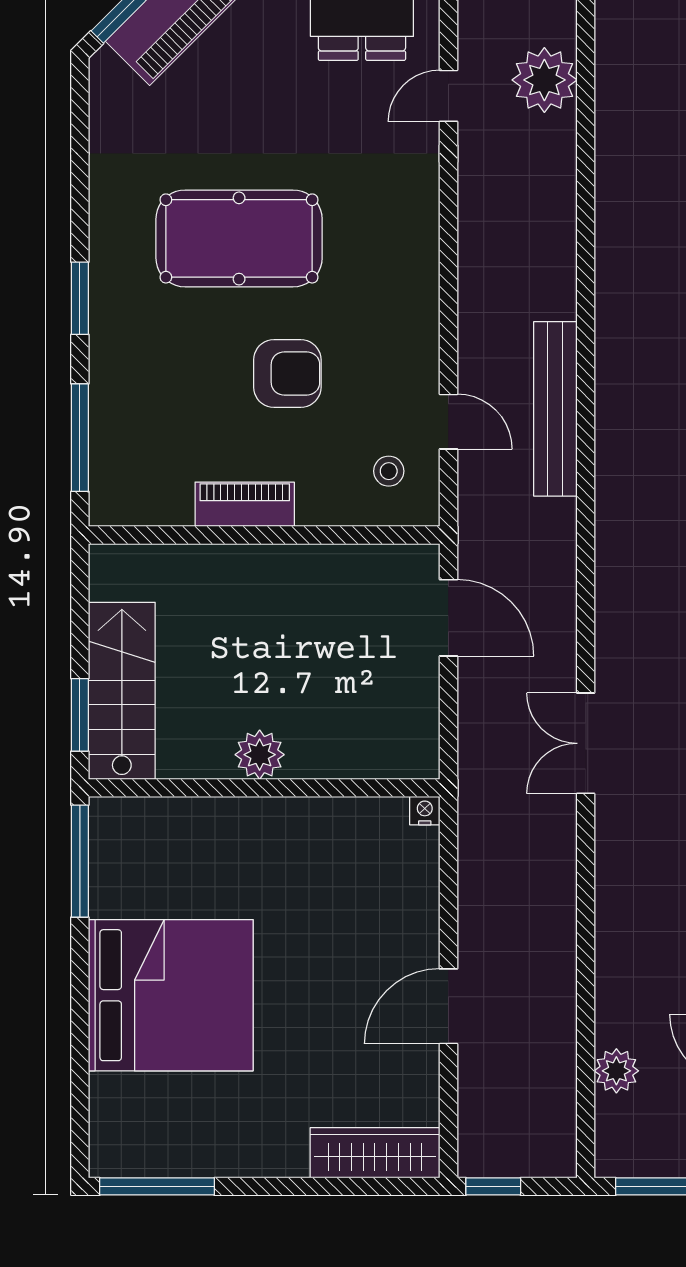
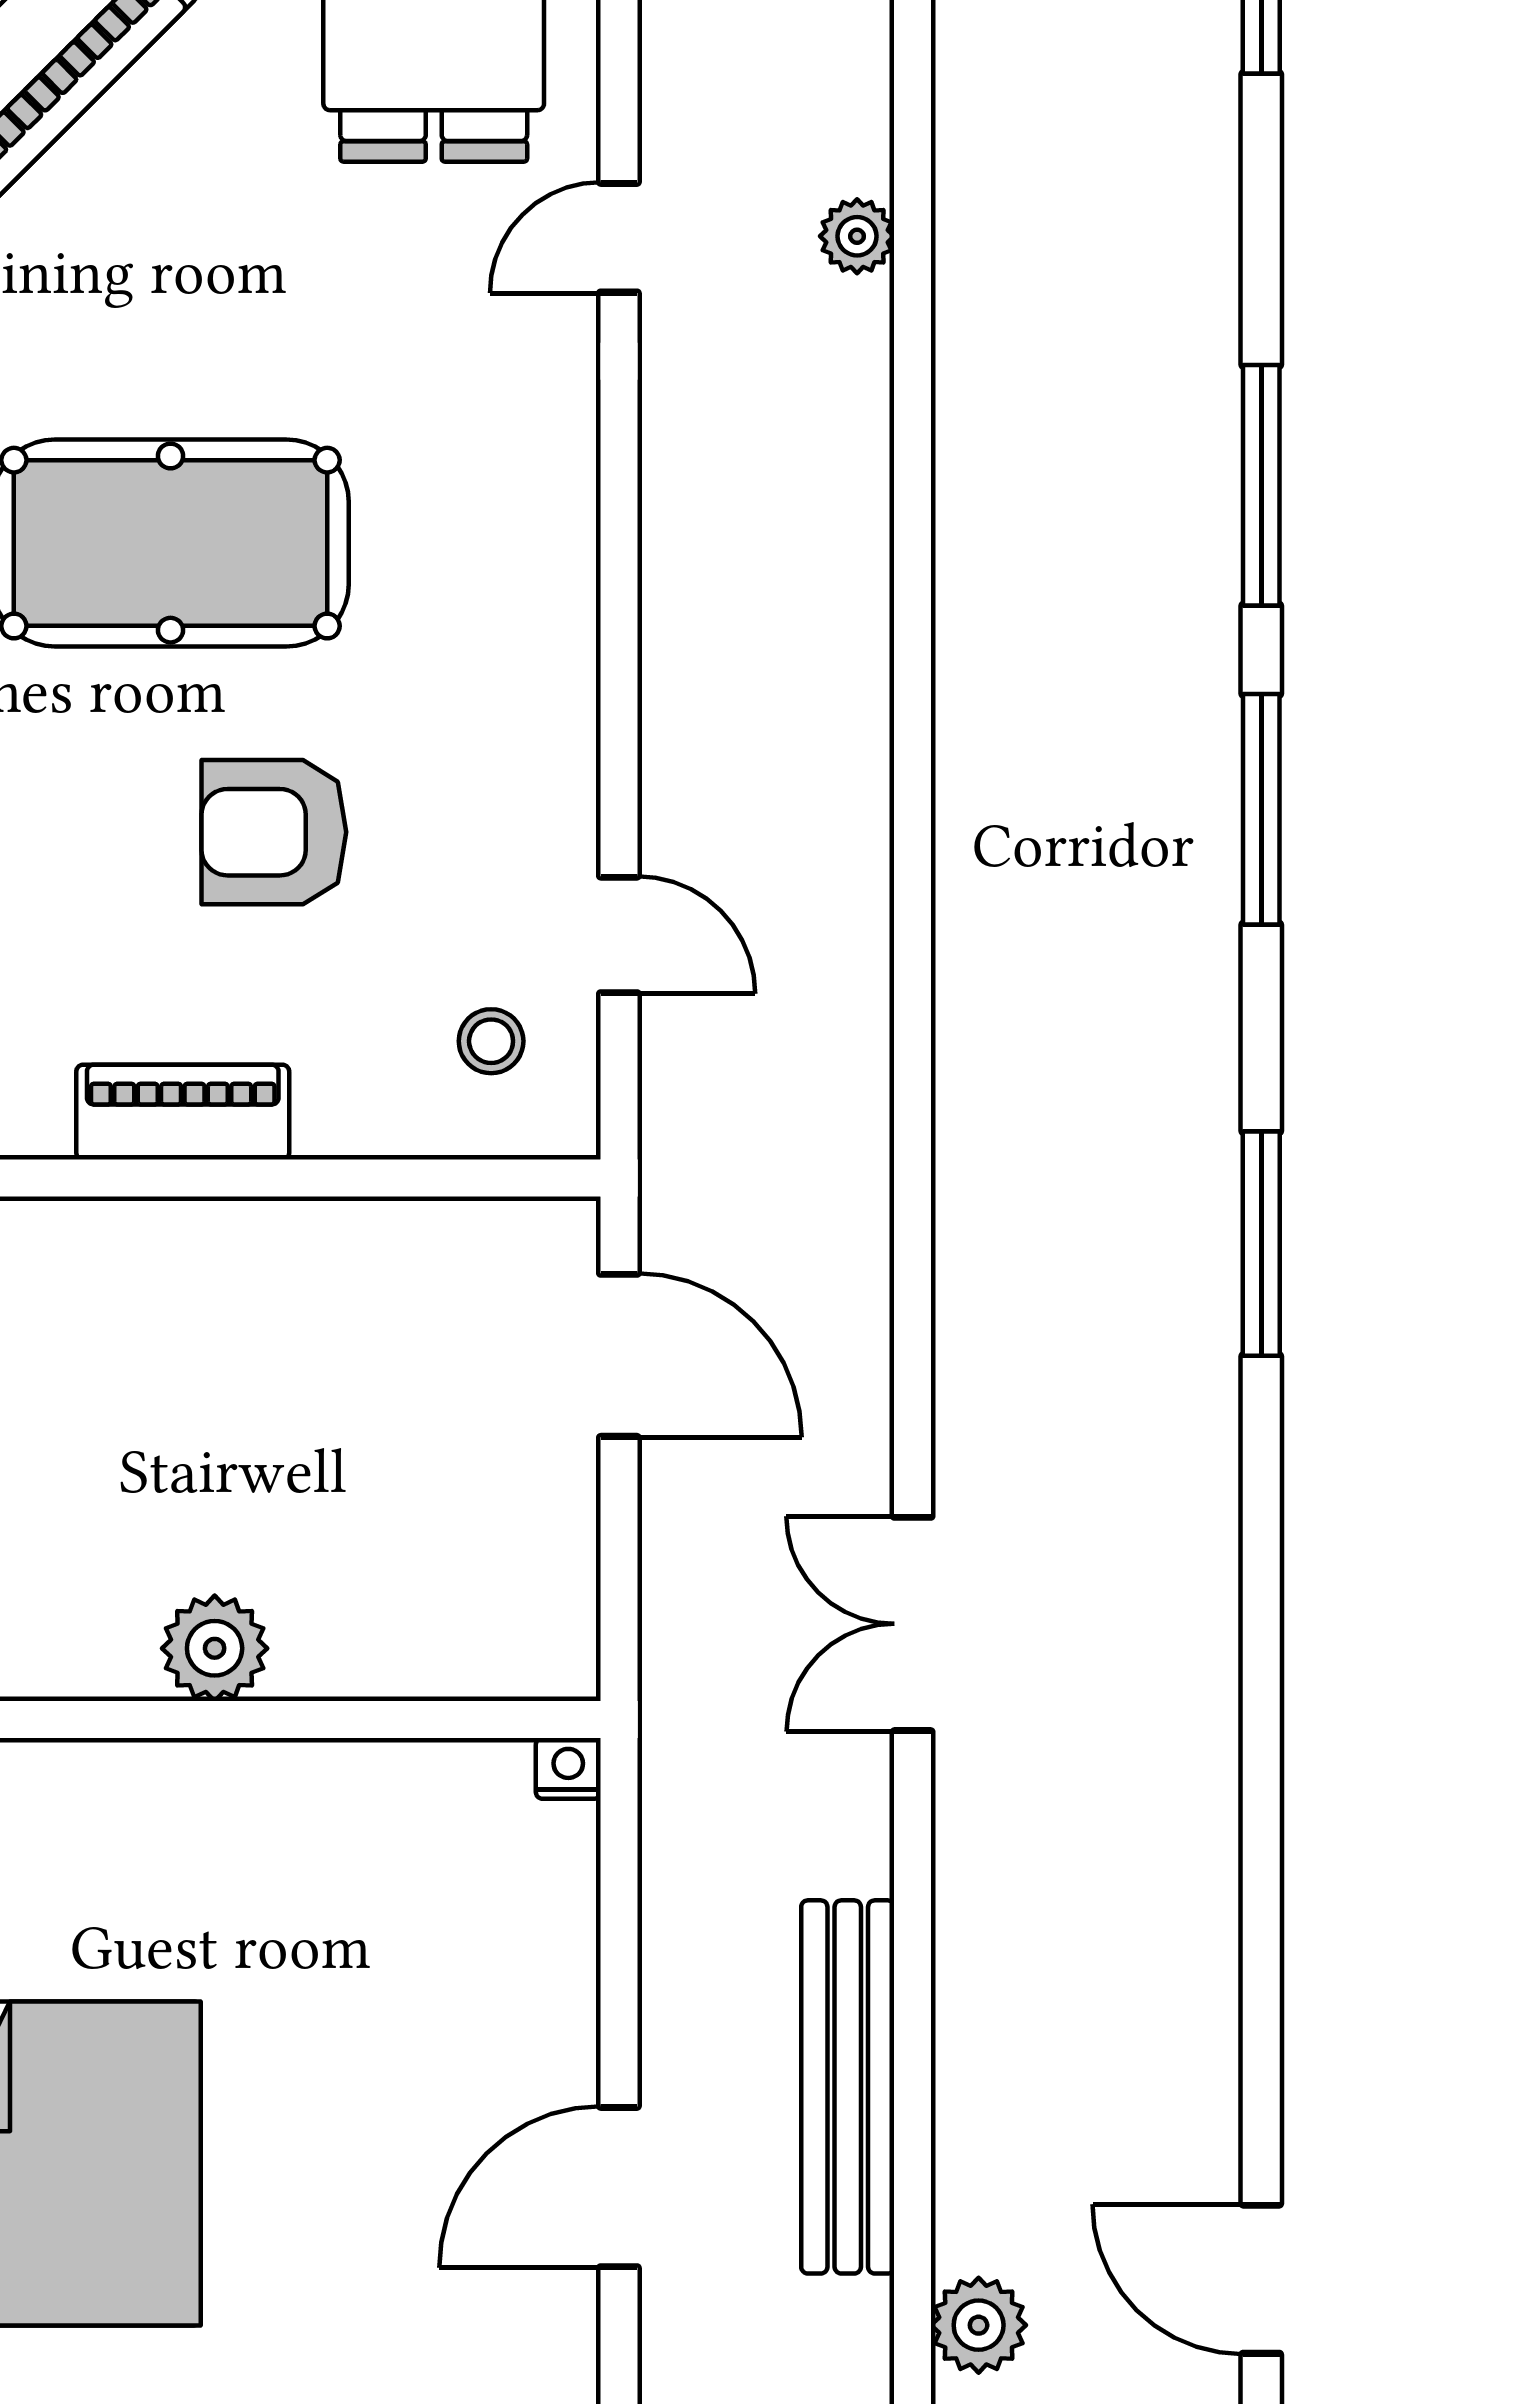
plant: (544, 80) -> (857, 236), width x0.53, depth x0.53
armchair: (287, 373) -> (274, 832), turned 180
bench: (555, 409) -> (848, 2087), moved

